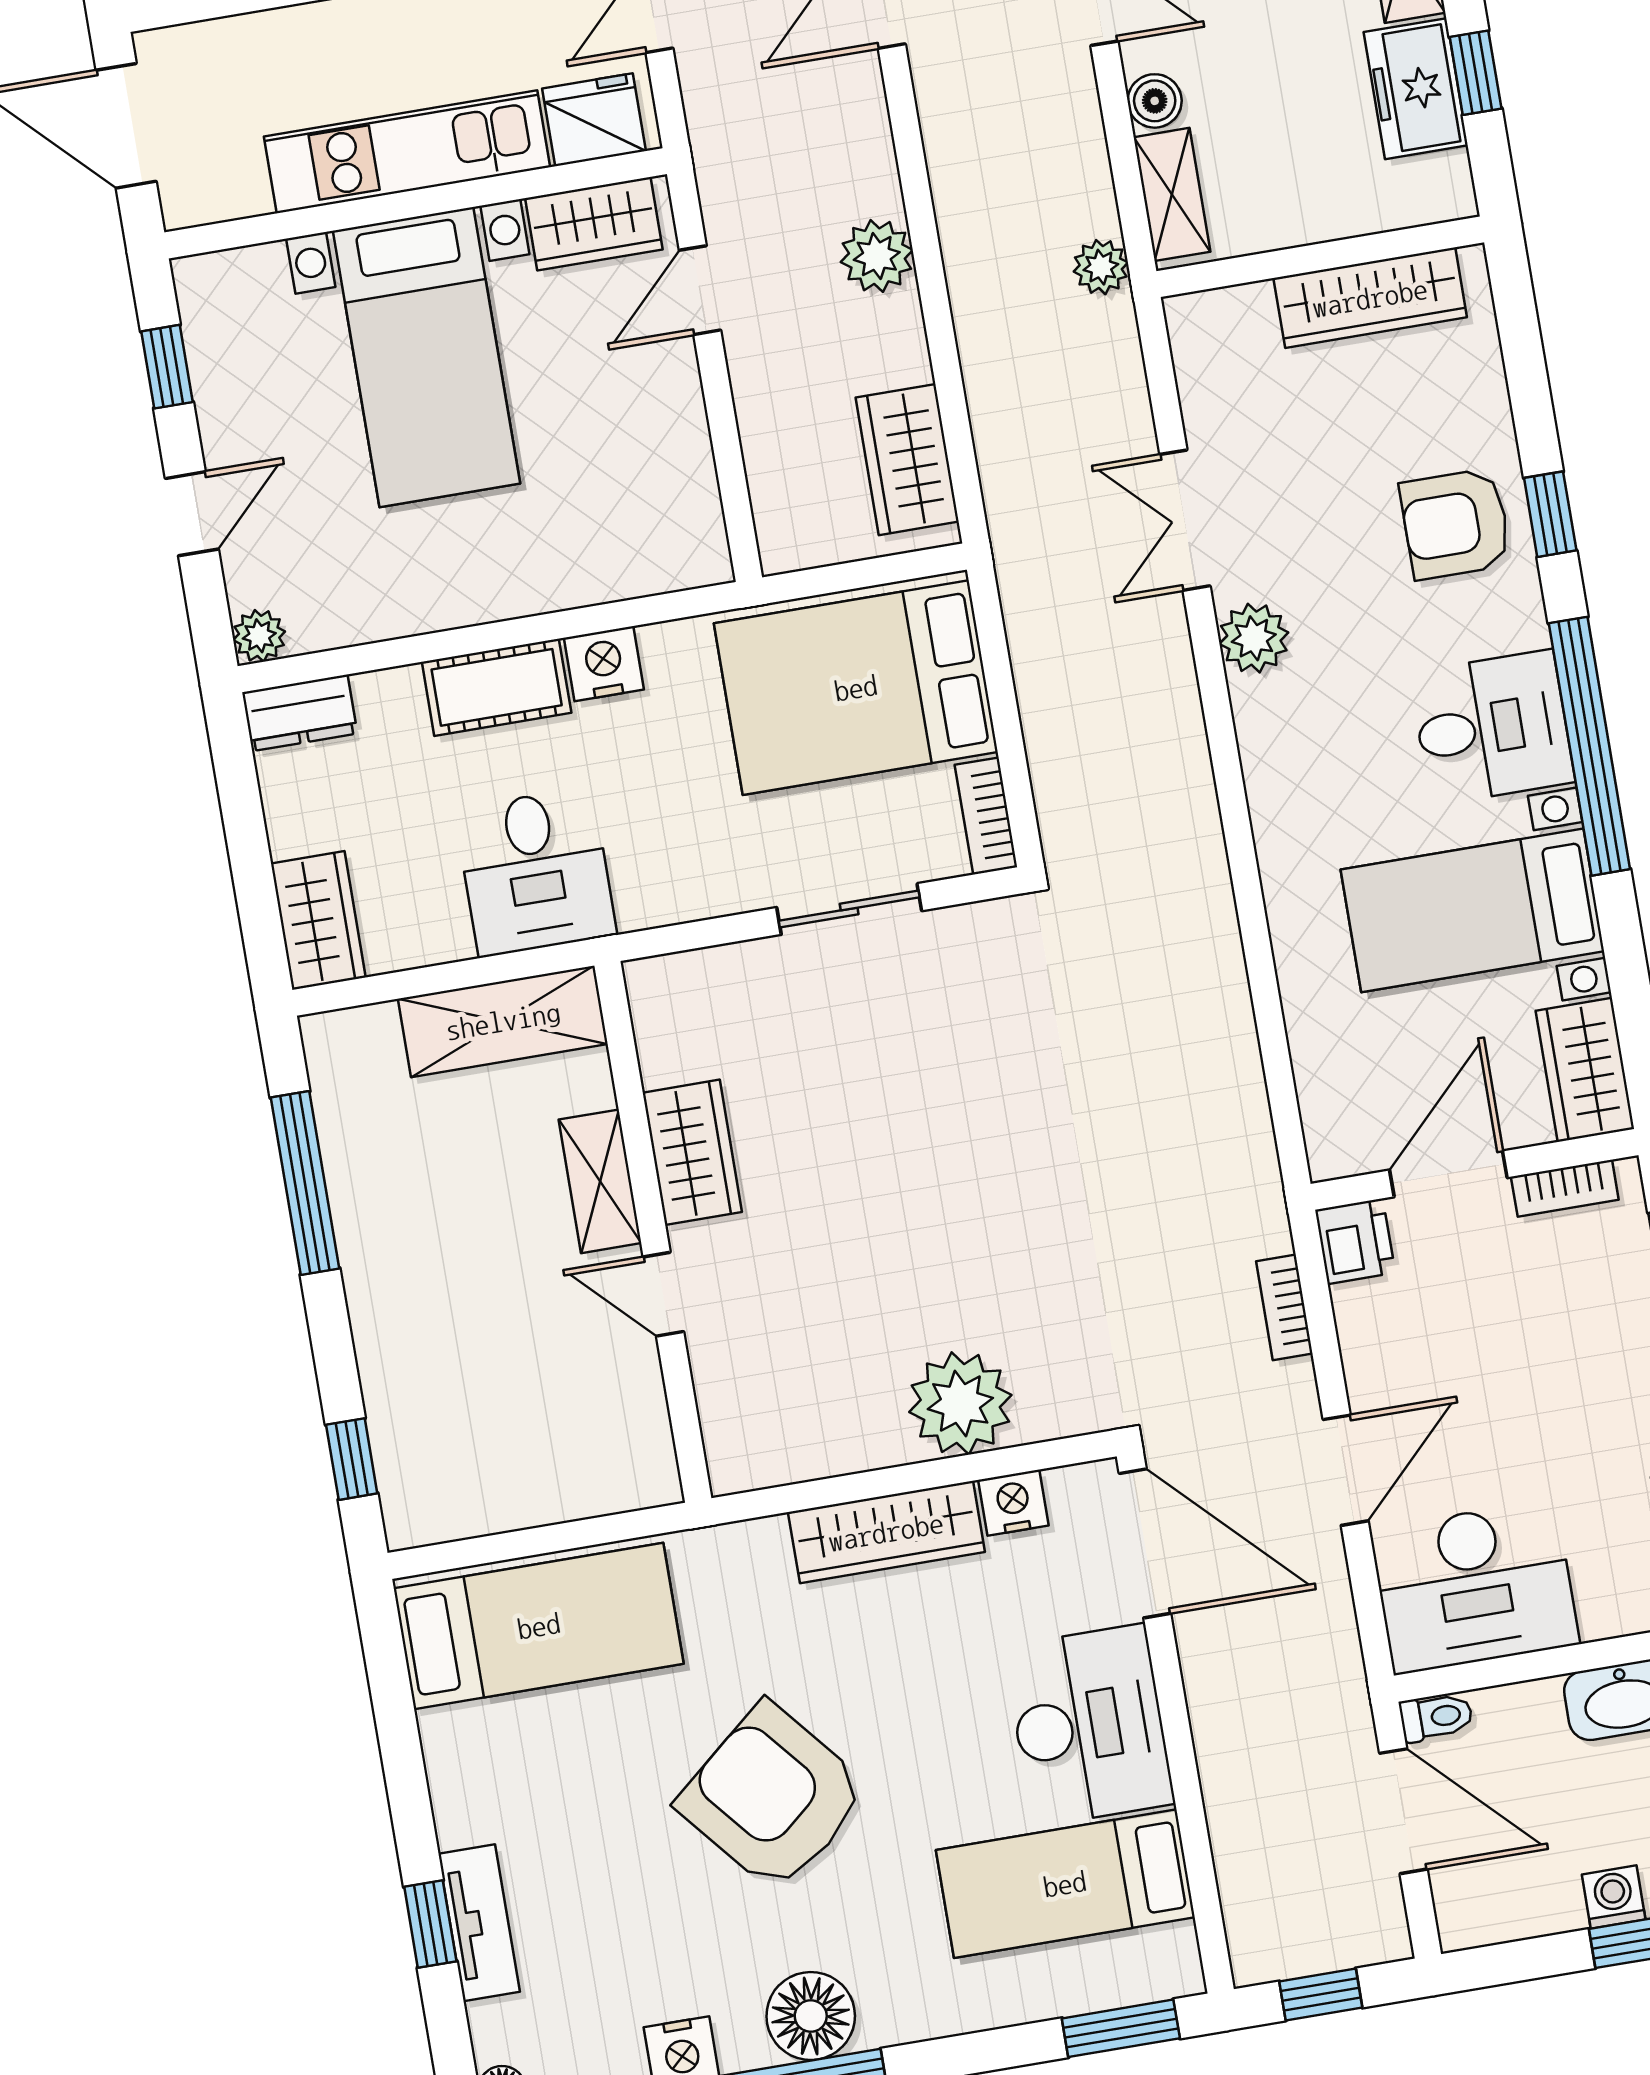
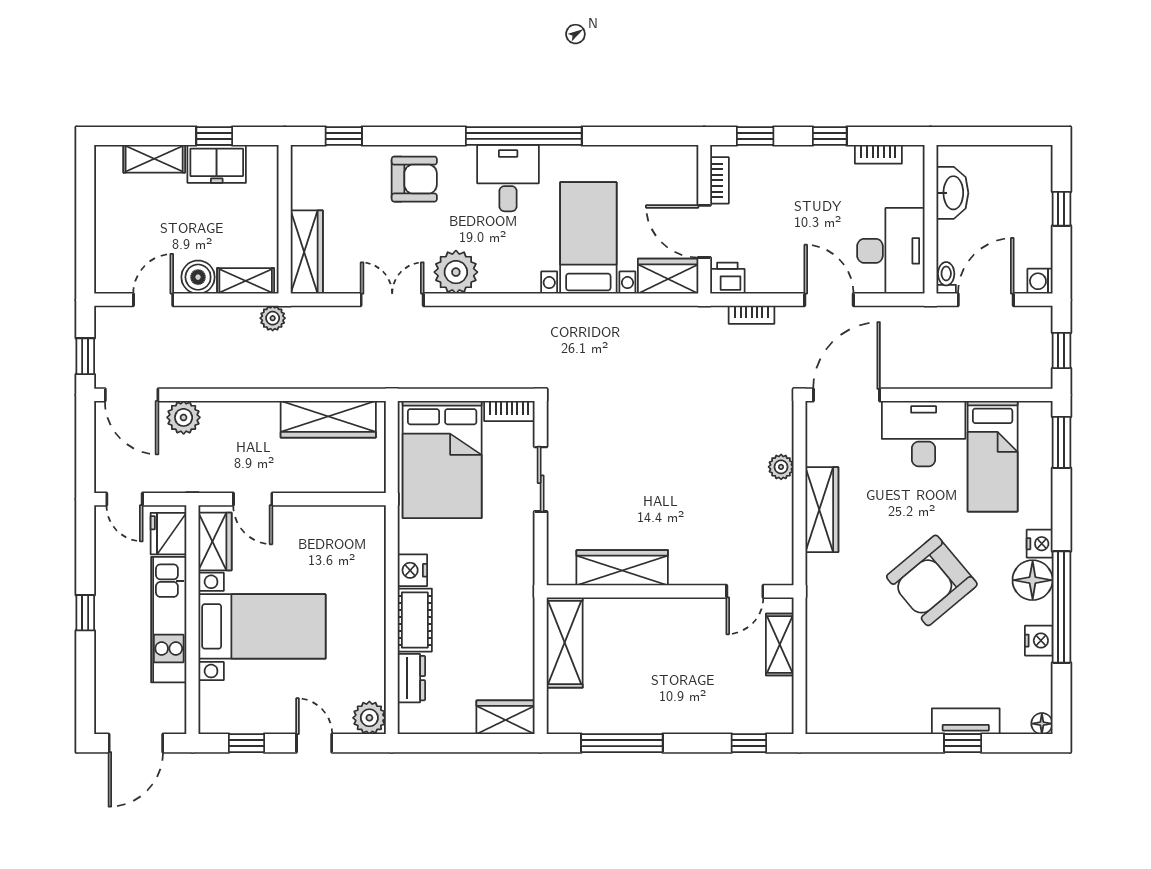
boiler: (1155, 101) -> (198, 277), width x1.36, depth x1.36
plant: (877, 256) -> (184, 417), moved
wardrobe: (1370, 298) -> (307, 252), moved
wardrobe: (907, 460) -> (328, 419), width x1.50
window: (1550, 514) -> (344, 136), moved
double door: (1185, 520) -> (392, 300), swing flipped
armchair: (1456, 524) -> (414, 179), turned -90
plant: (259, 636) -> (369, 718), width x1.38, depth x1.38
plant: (1254, 638) -> (456, 272), width x1.36, depth x1.36
dresser: (300, 713) -> (411, 678), moved
desk: (535, 872) -> (500, 617), removed
bed with nightstands: (1472, 910) -> (588, 238), moved, turned 180
wardrobe: (1585, 1070) -> (668, 276), moved, turned 180
wardrobe: (692, 1152) -> (622, 568), width x1.50
shelving: (600, 1181) -> (780, 644), moved, turned 90
door: (663, 1294) -> (745, 591), moved
plant: (960, 1403) -> (781, 467), width x0.53, depth x0.53
nightstand: (1013, 1503) -> (1040, 544), moved, turned 180
bed: (539, 1626) -> (838, 672), removed
washing machine: (1614, 1897) -> (1040, 281), moved

